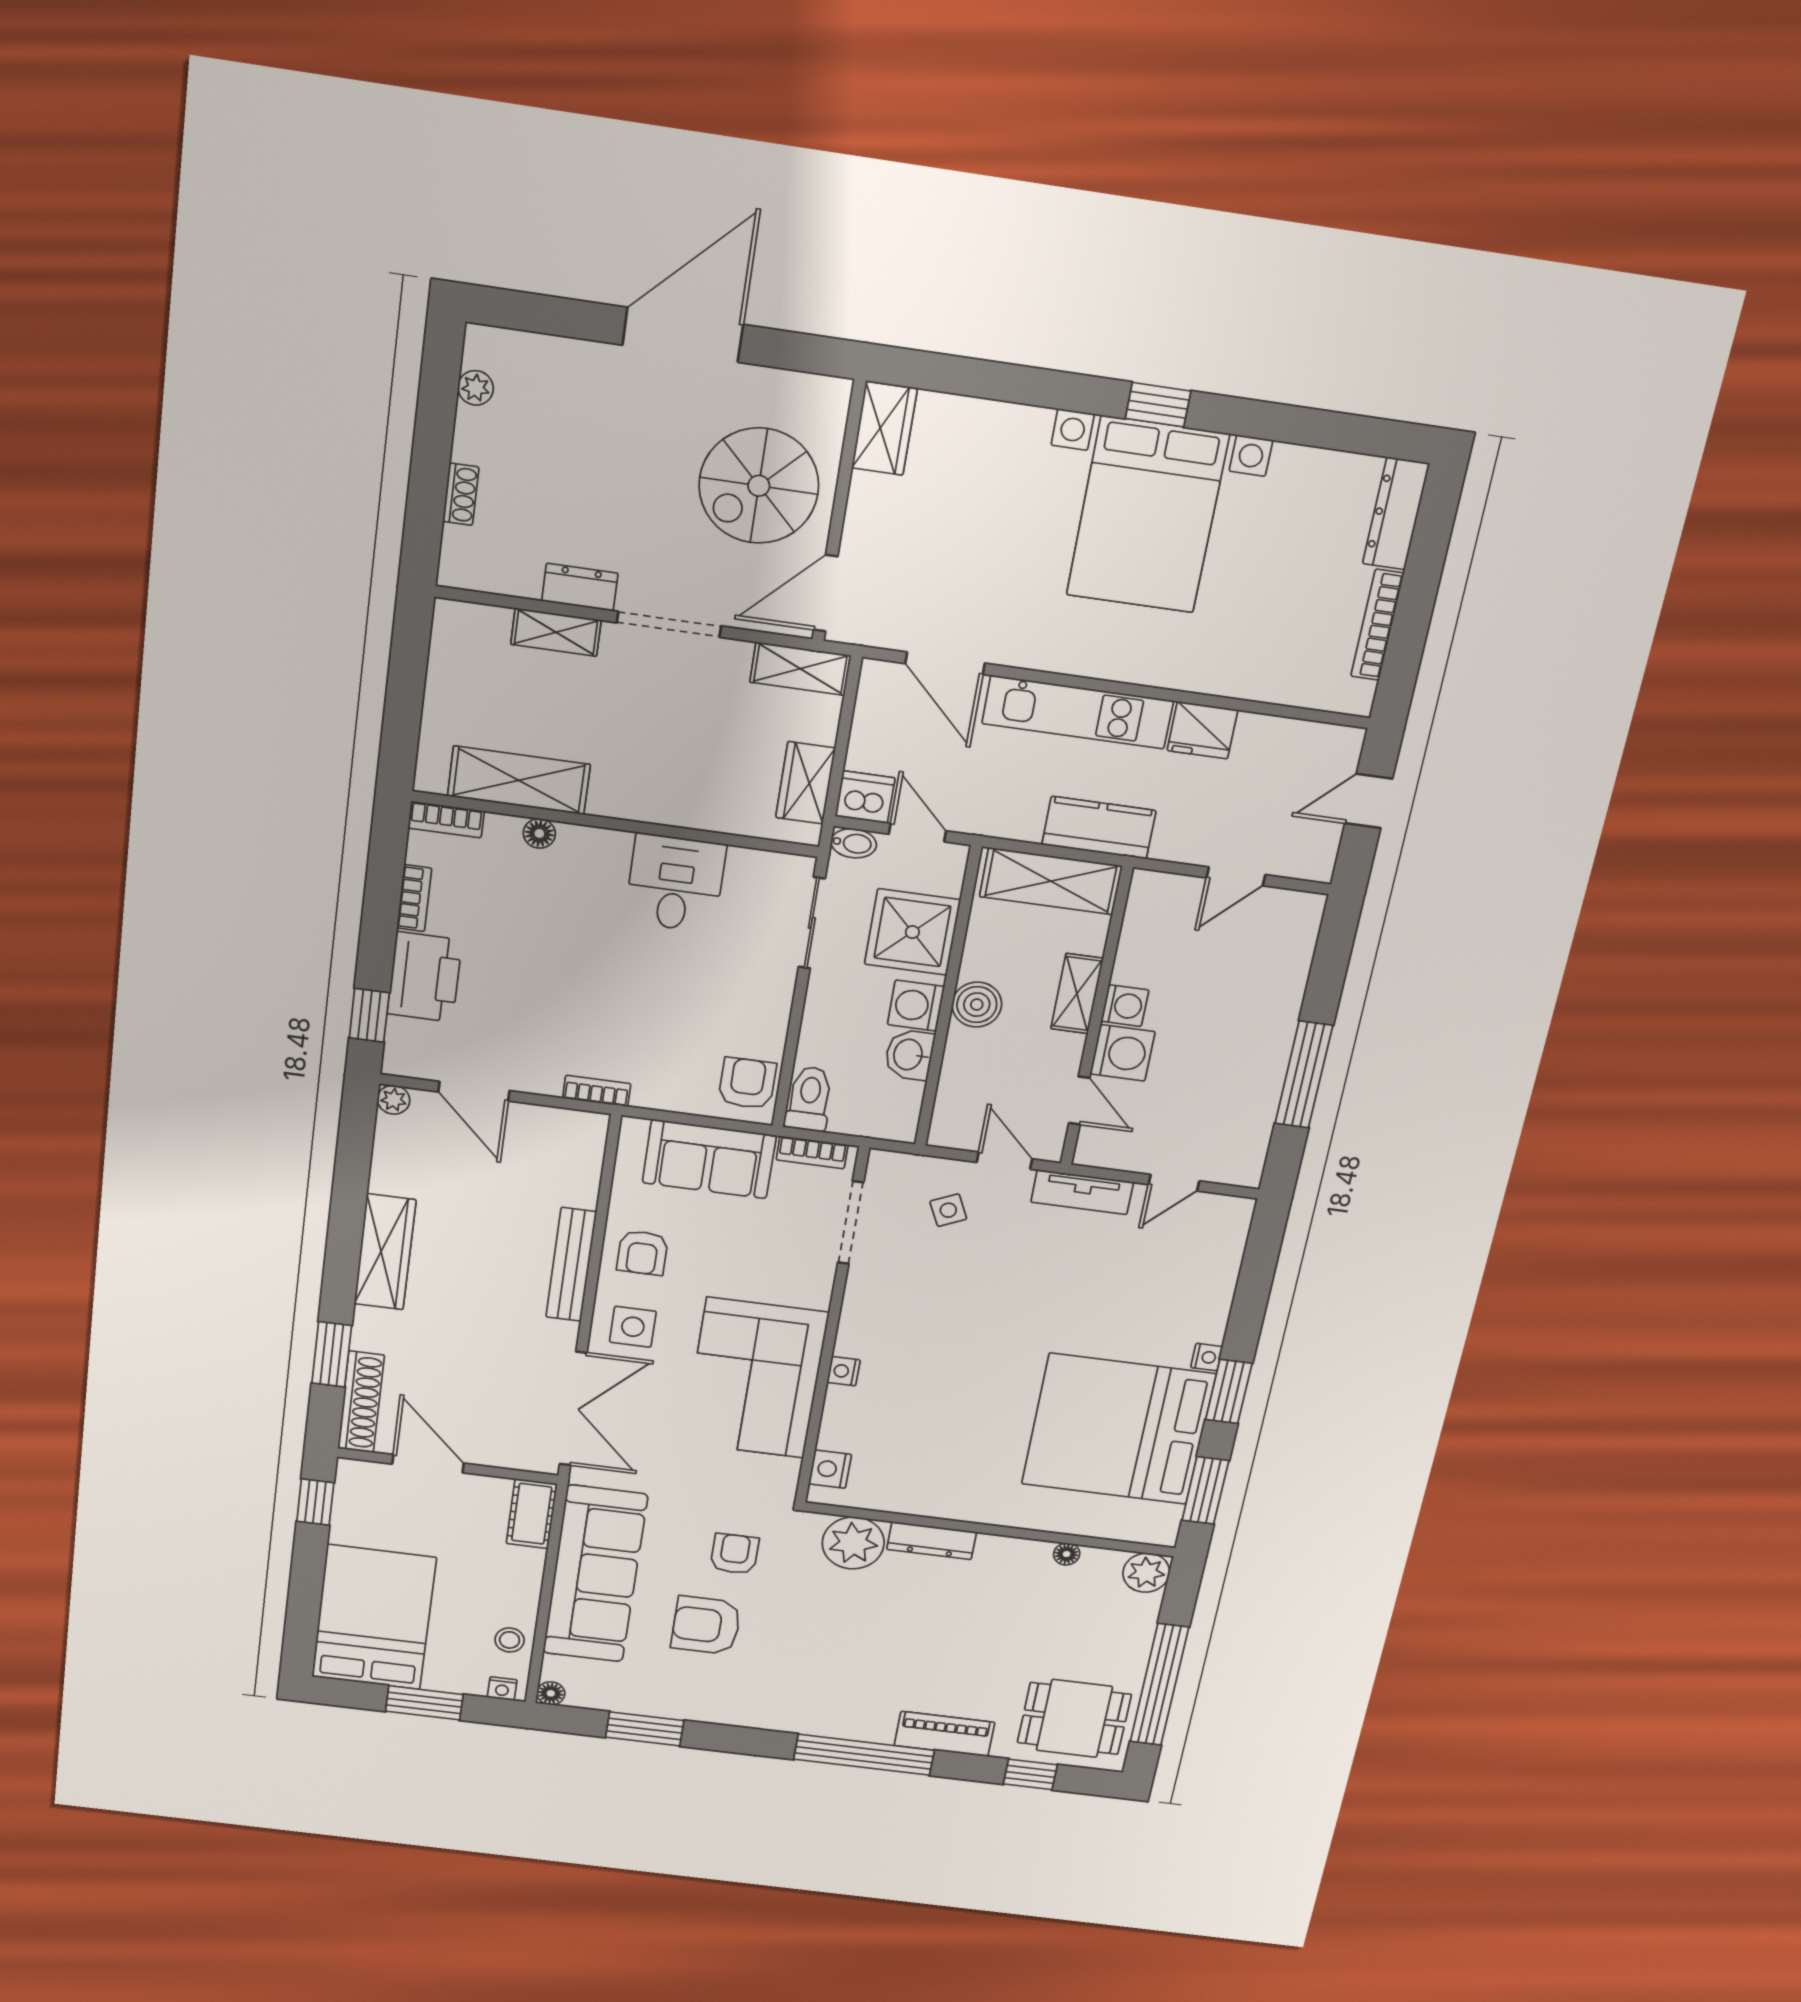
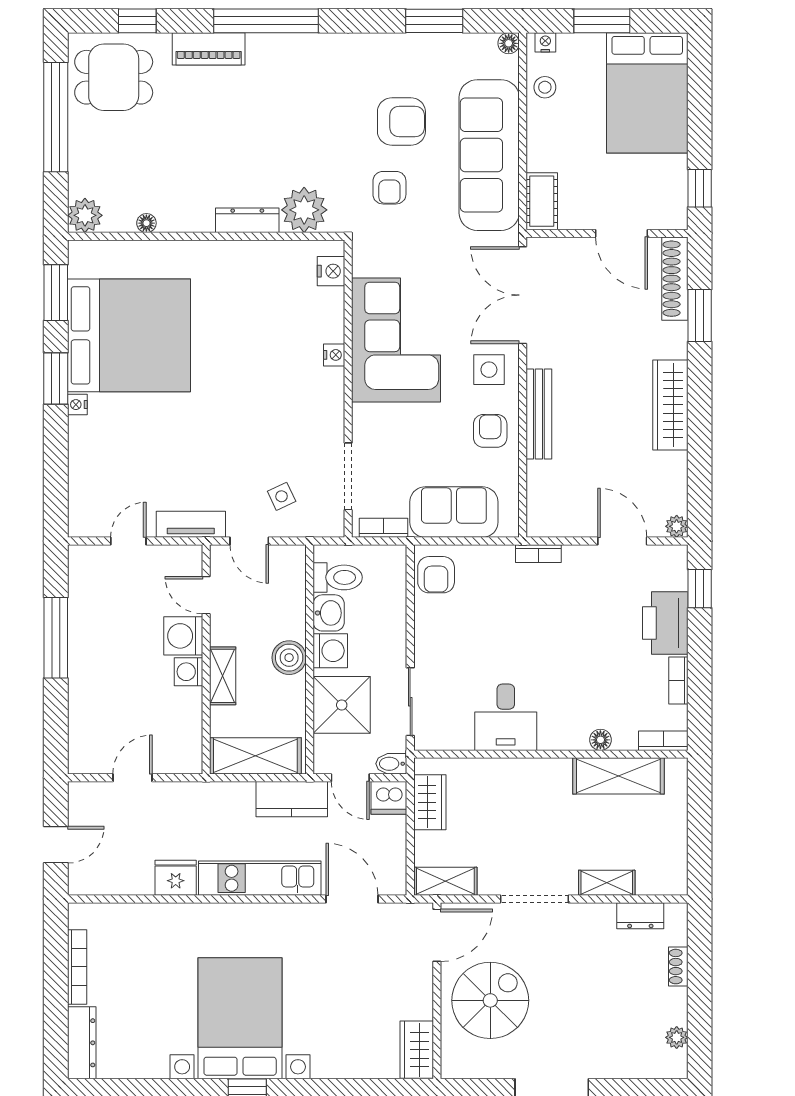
dresser: (580, 587) -> (640, 916), moved
kitchen counter: (1099, 828) -> (292, 799), moved
toilet: (809, 1099) -> (338, 577), moved, turned -90

